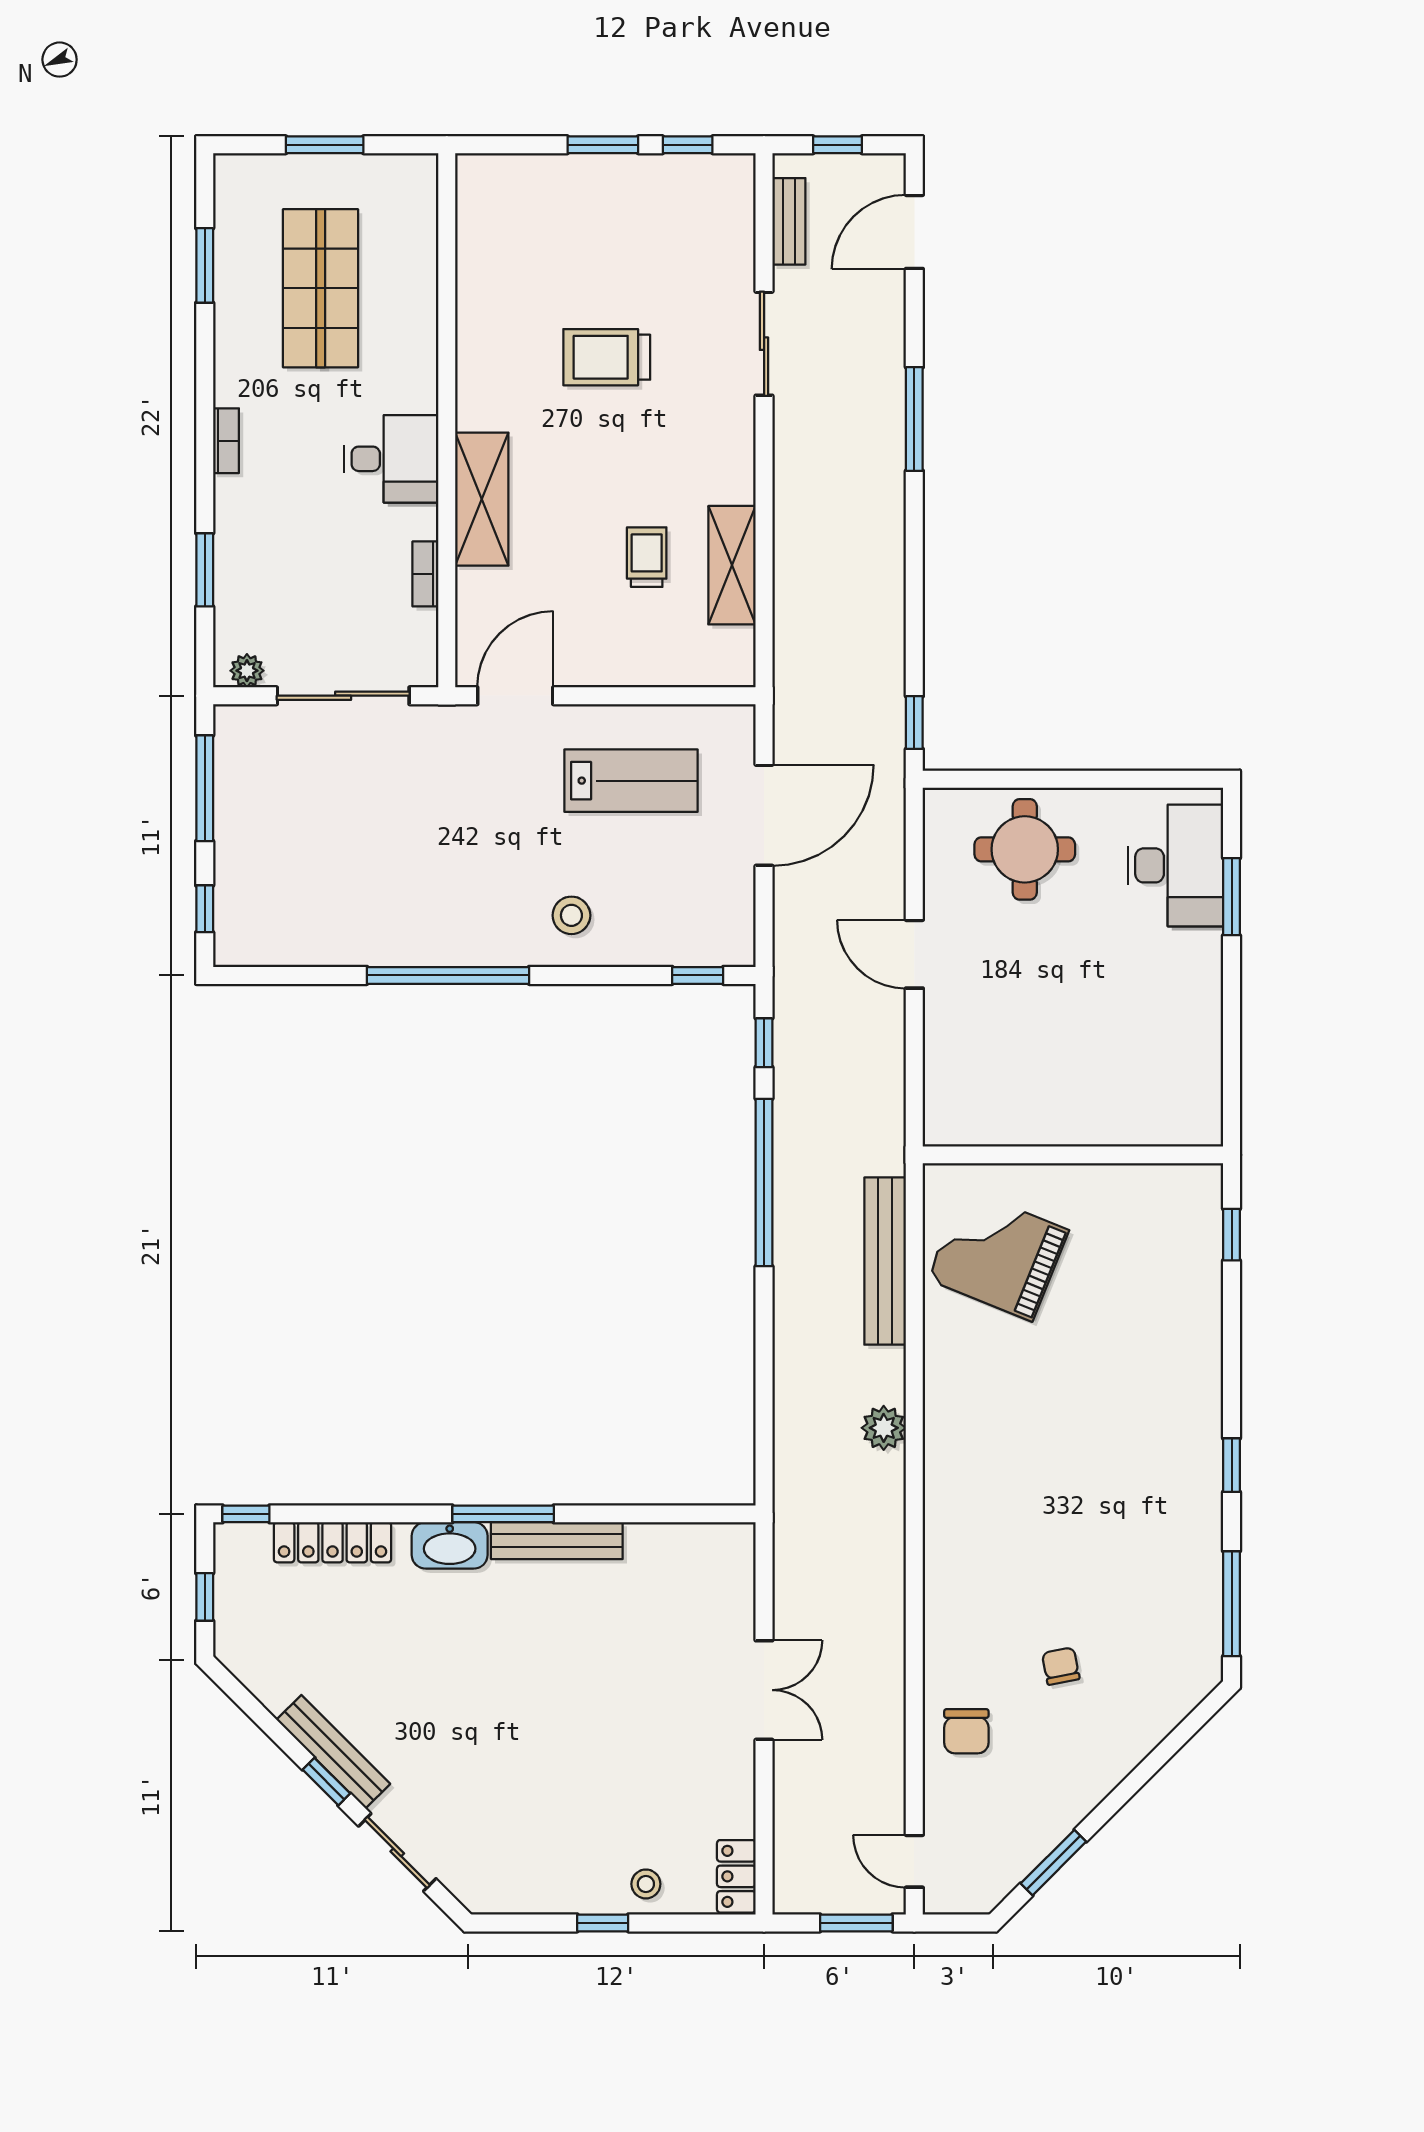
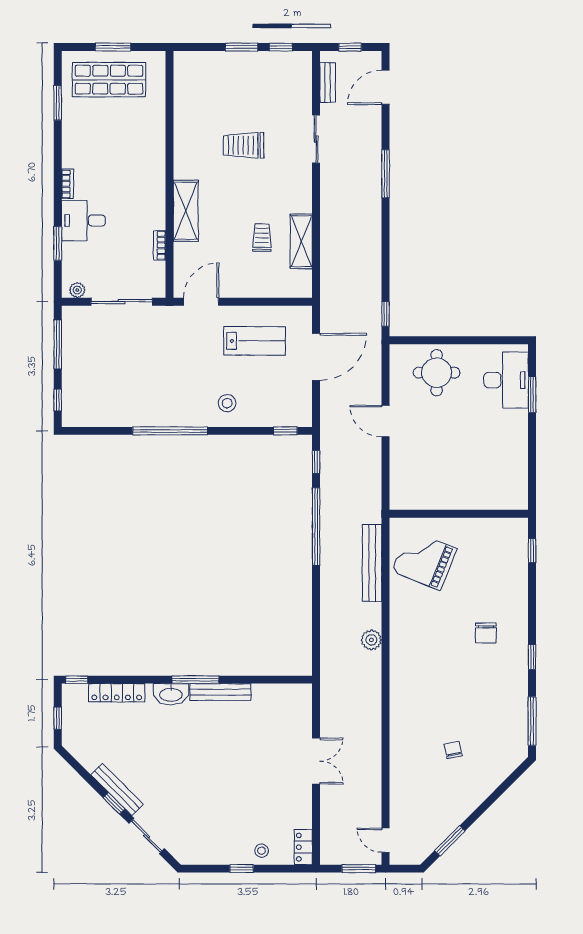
shop shelf: (321, 288) -> (109, 80), moved, turned 90
desk: (391, 459) -> (83, 221), moved, turned 180
chair: (966, 1731) -> (486, 633), moved

